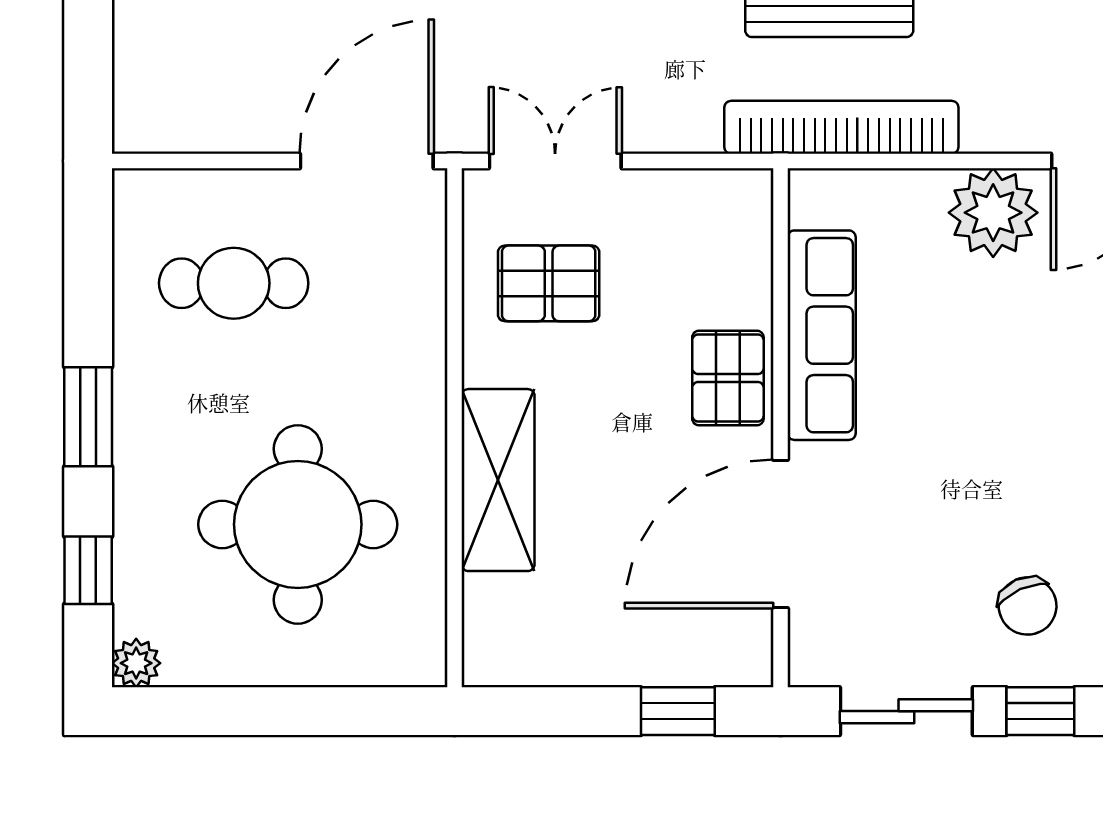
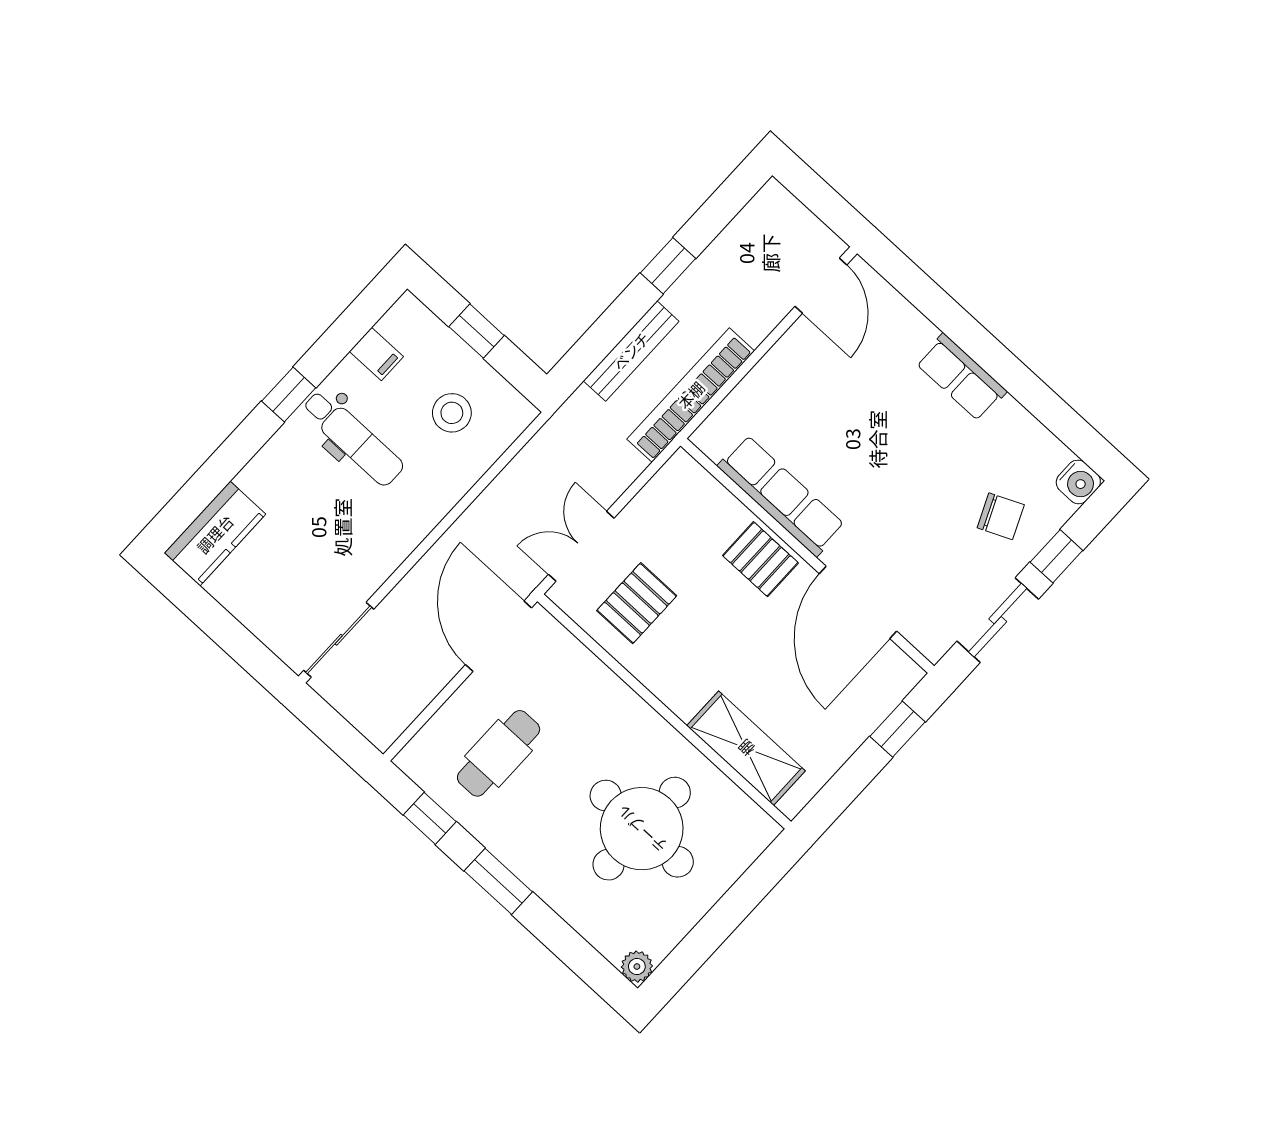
plant: (993, 213) -> (798, 360), removed
shelving: (498, 480) -> (746, 748), moved
window: (88, 570) -> (430, 818), moved

